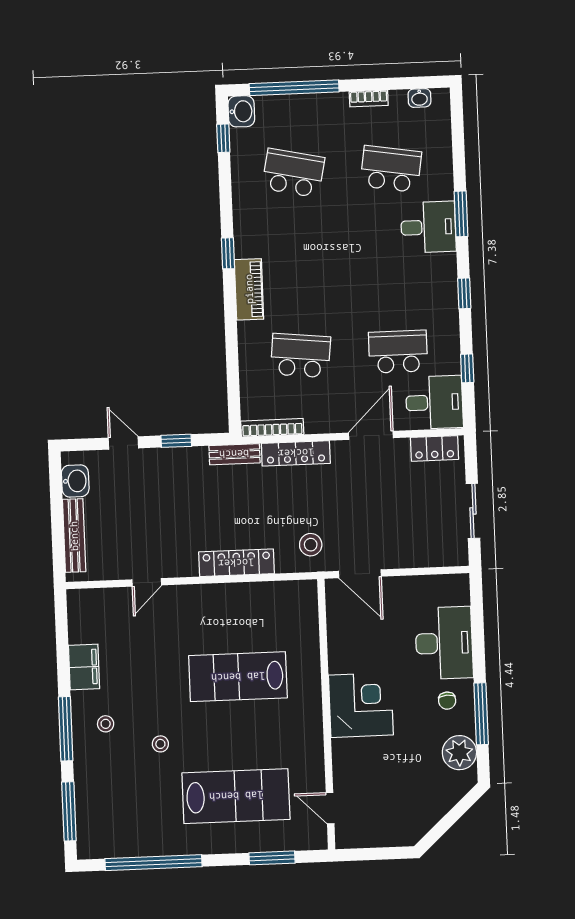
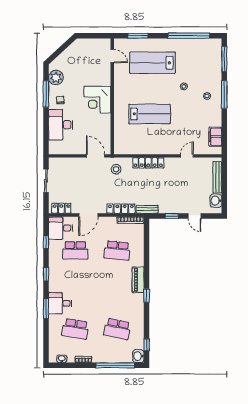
filing cabinet: (84, 667) -> (215, 137), moved

